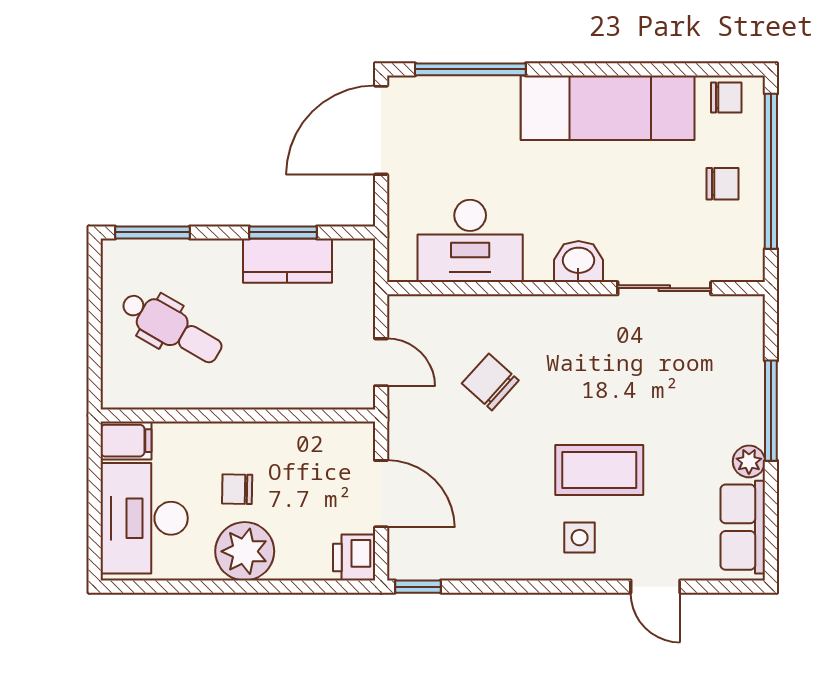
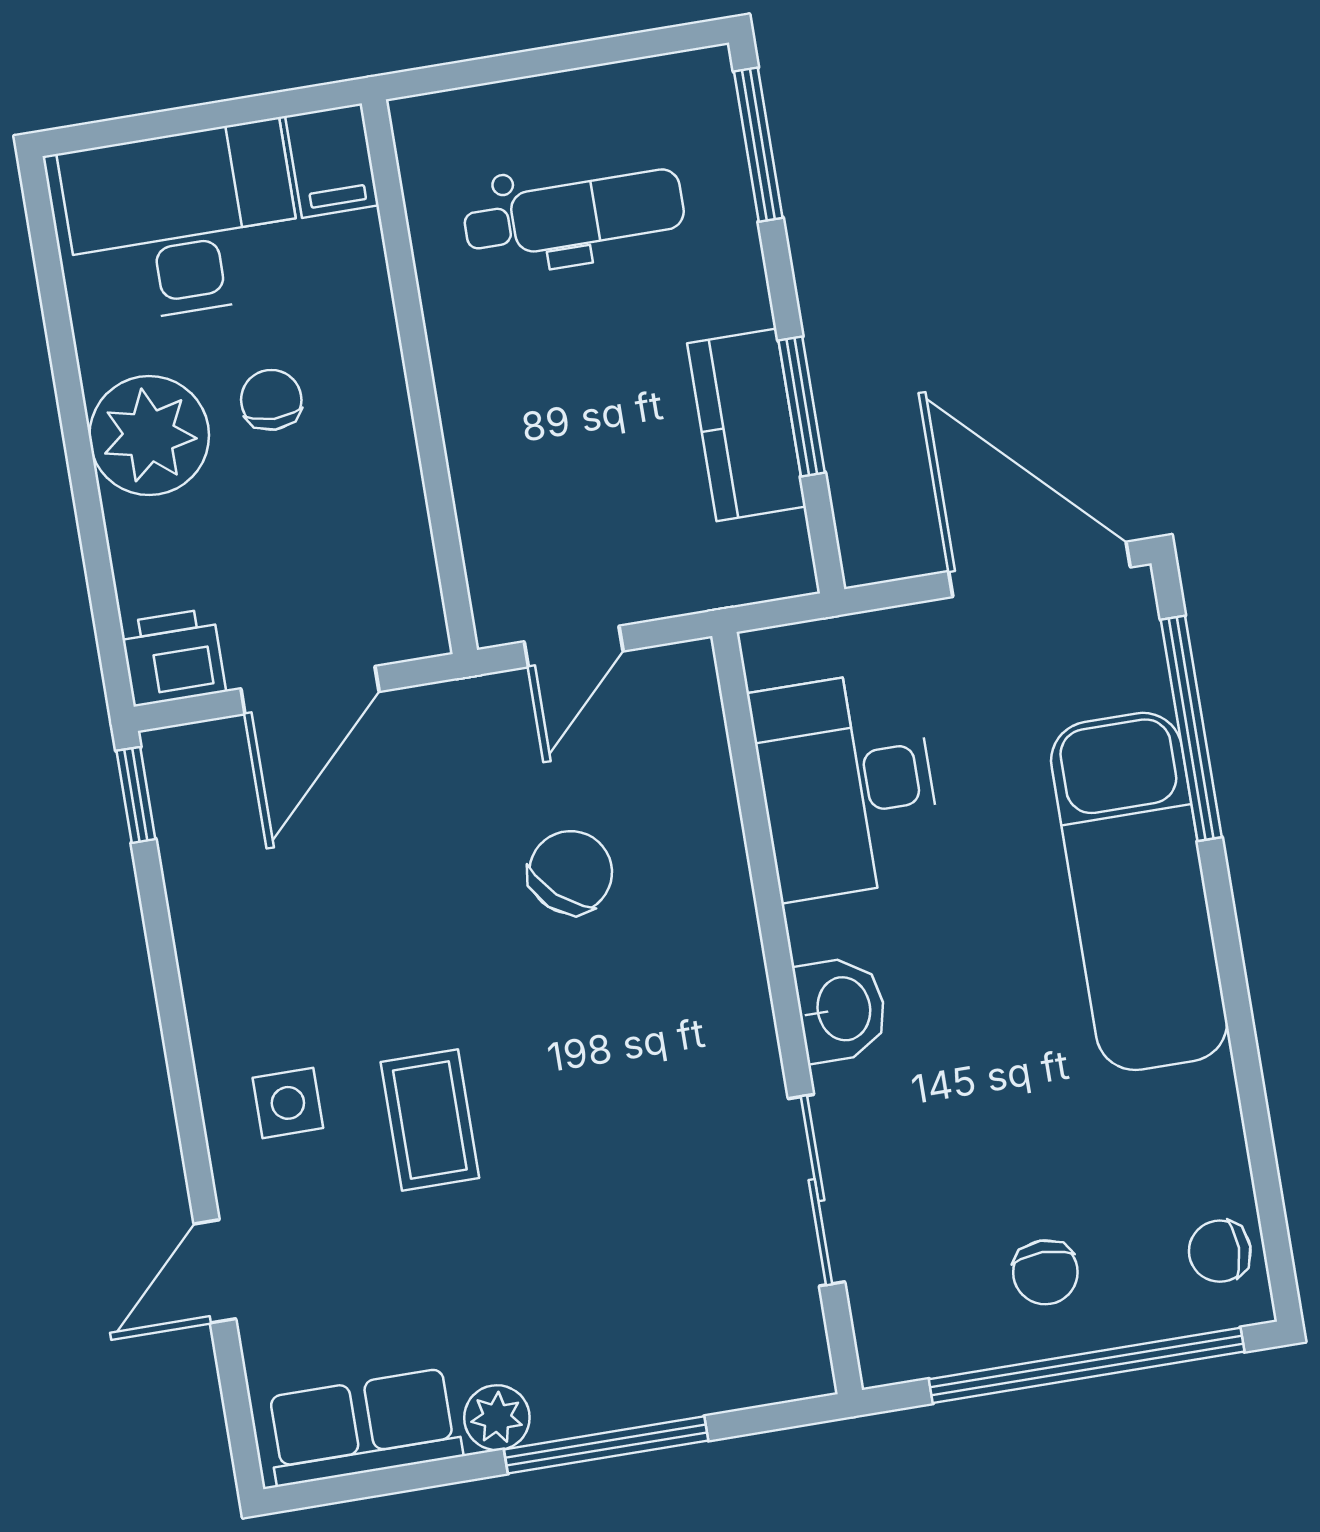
chair: (726, 97) -> (1220, 1251), turned 90
exam couch: (608, 108) -> (1139, 891), moved
dental chair: (171, 328) -> (574, 214), turned -120
coffee table: (599, 470) -> (430, 1120), width x0.73, depth x0.77

